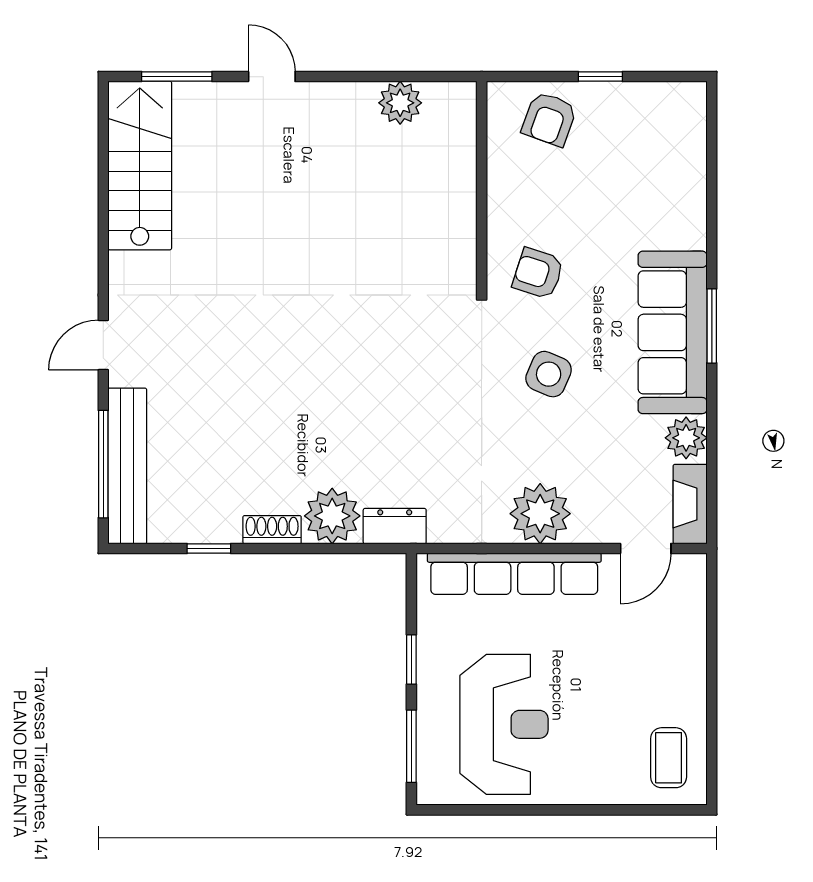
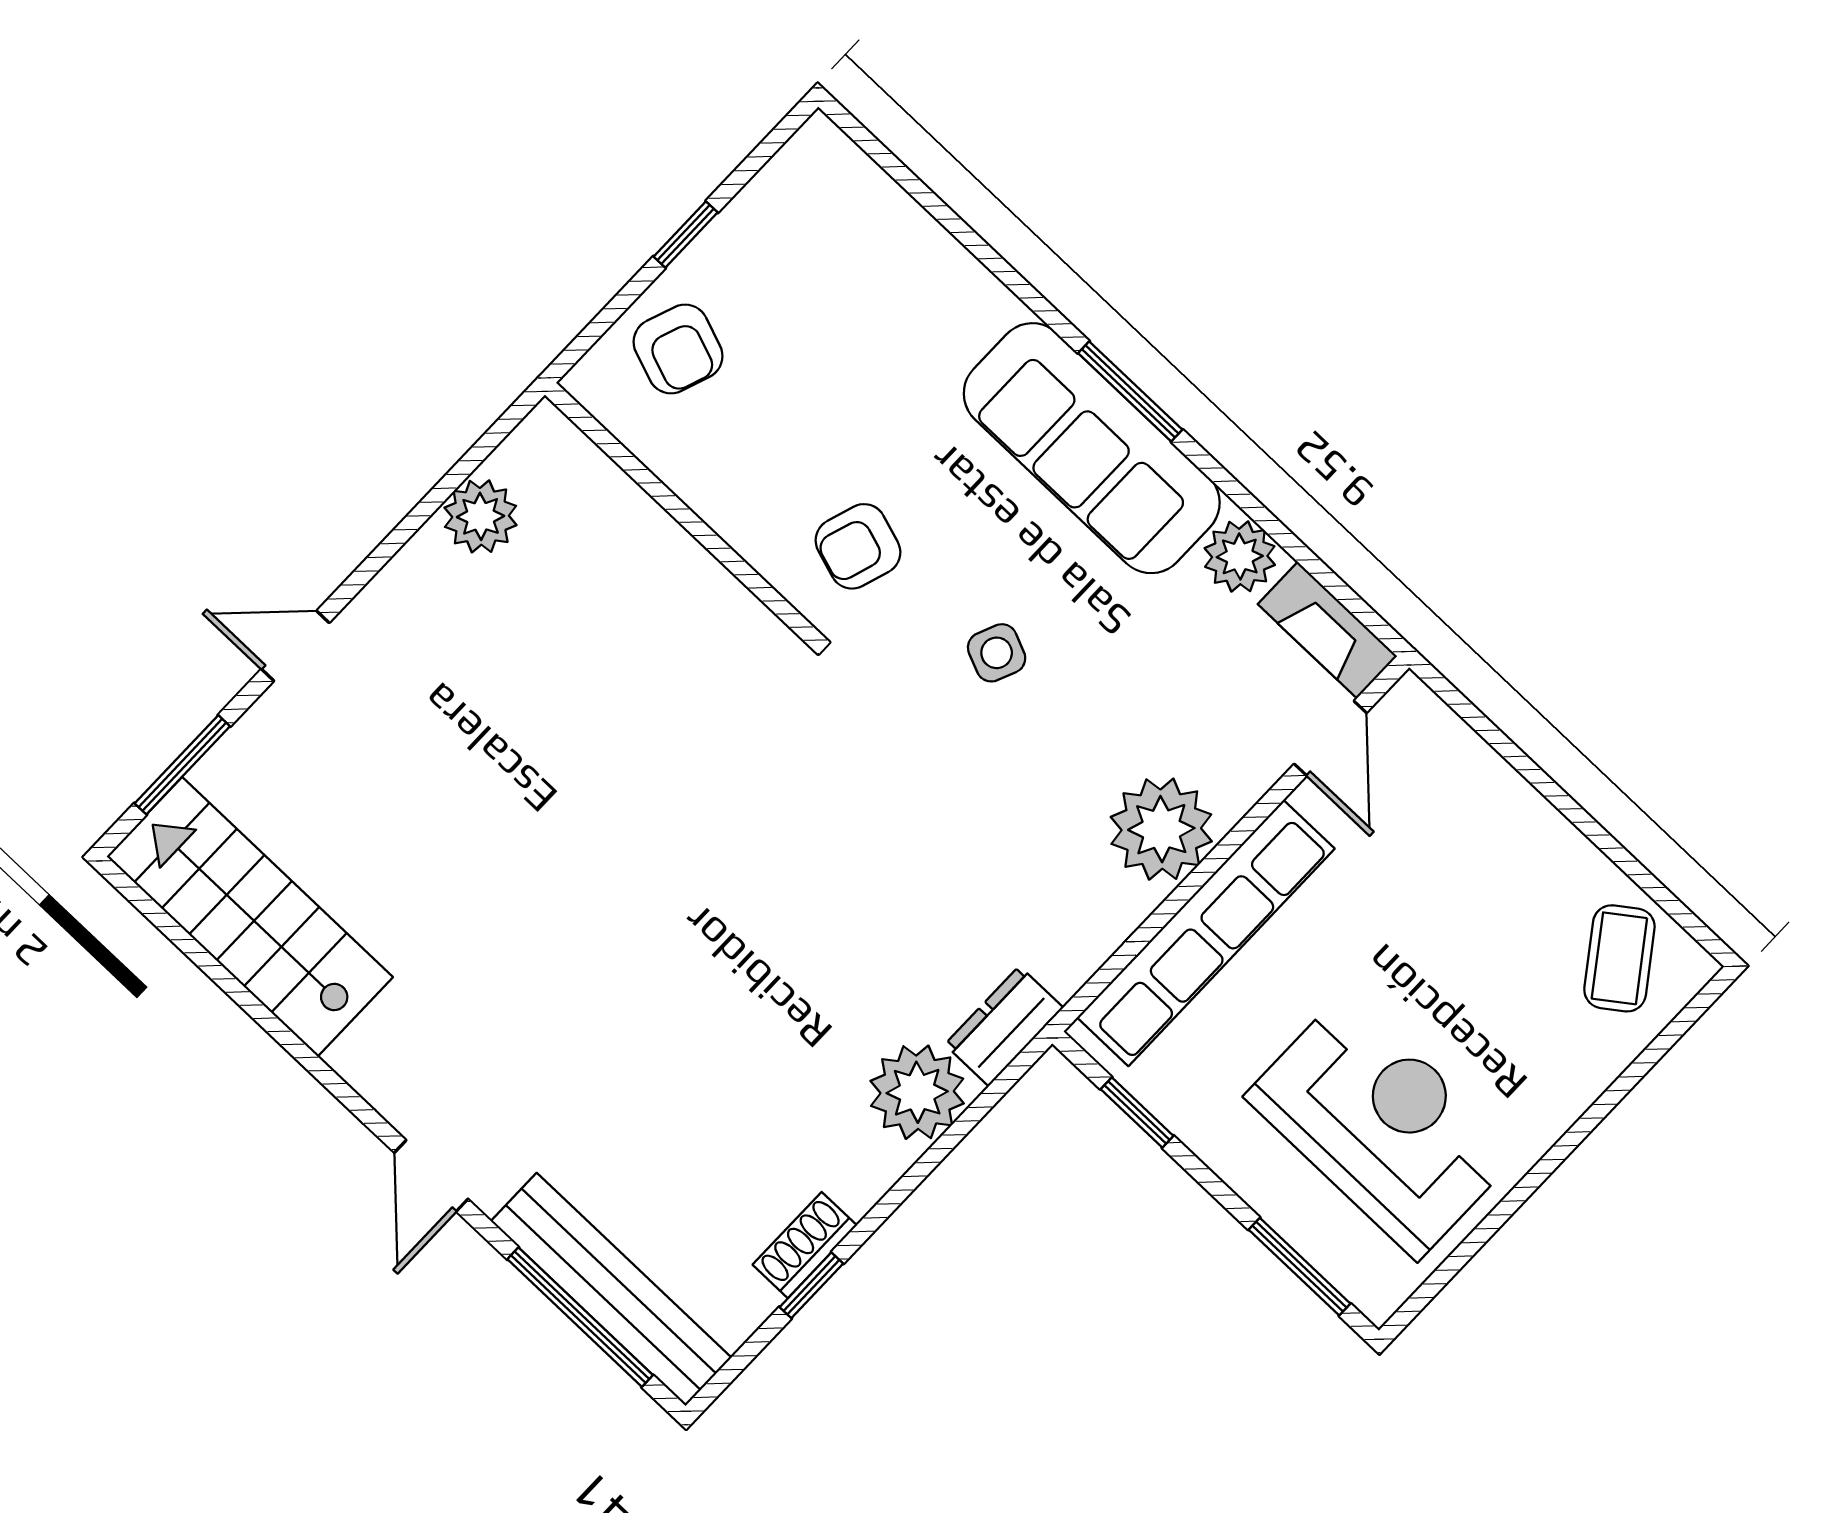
side table: (549, 374) -> (997, 653), width x0.73, depth x0.73
shoe rack: (272, 530) -> (805, 1245), moved
window: (411, 659) -> (1137, 1112), moved
coffee table: (669, 758) -> (1619, 958), turned 54

